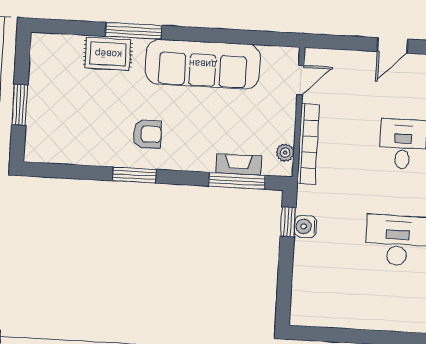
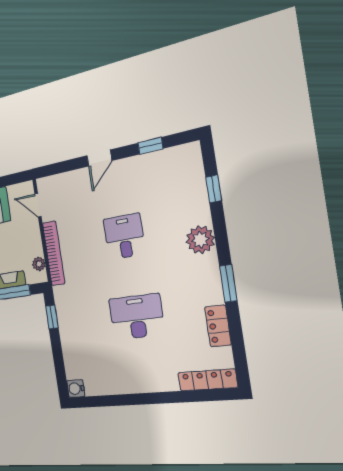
door: (300, 80) -> (38, 205), swing flipped
water cooler: (305, 226) -> (76, 389), moved

